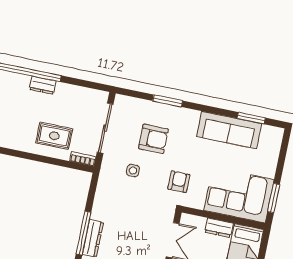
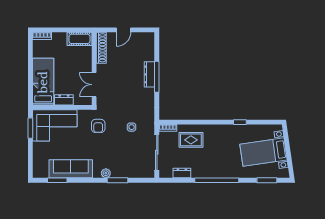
dresser: (43, 85) -> (182, 173), moved
plant: (182, 114) -> (106, 173), added
armchair: (153, 139) -> (122, 152), removed

